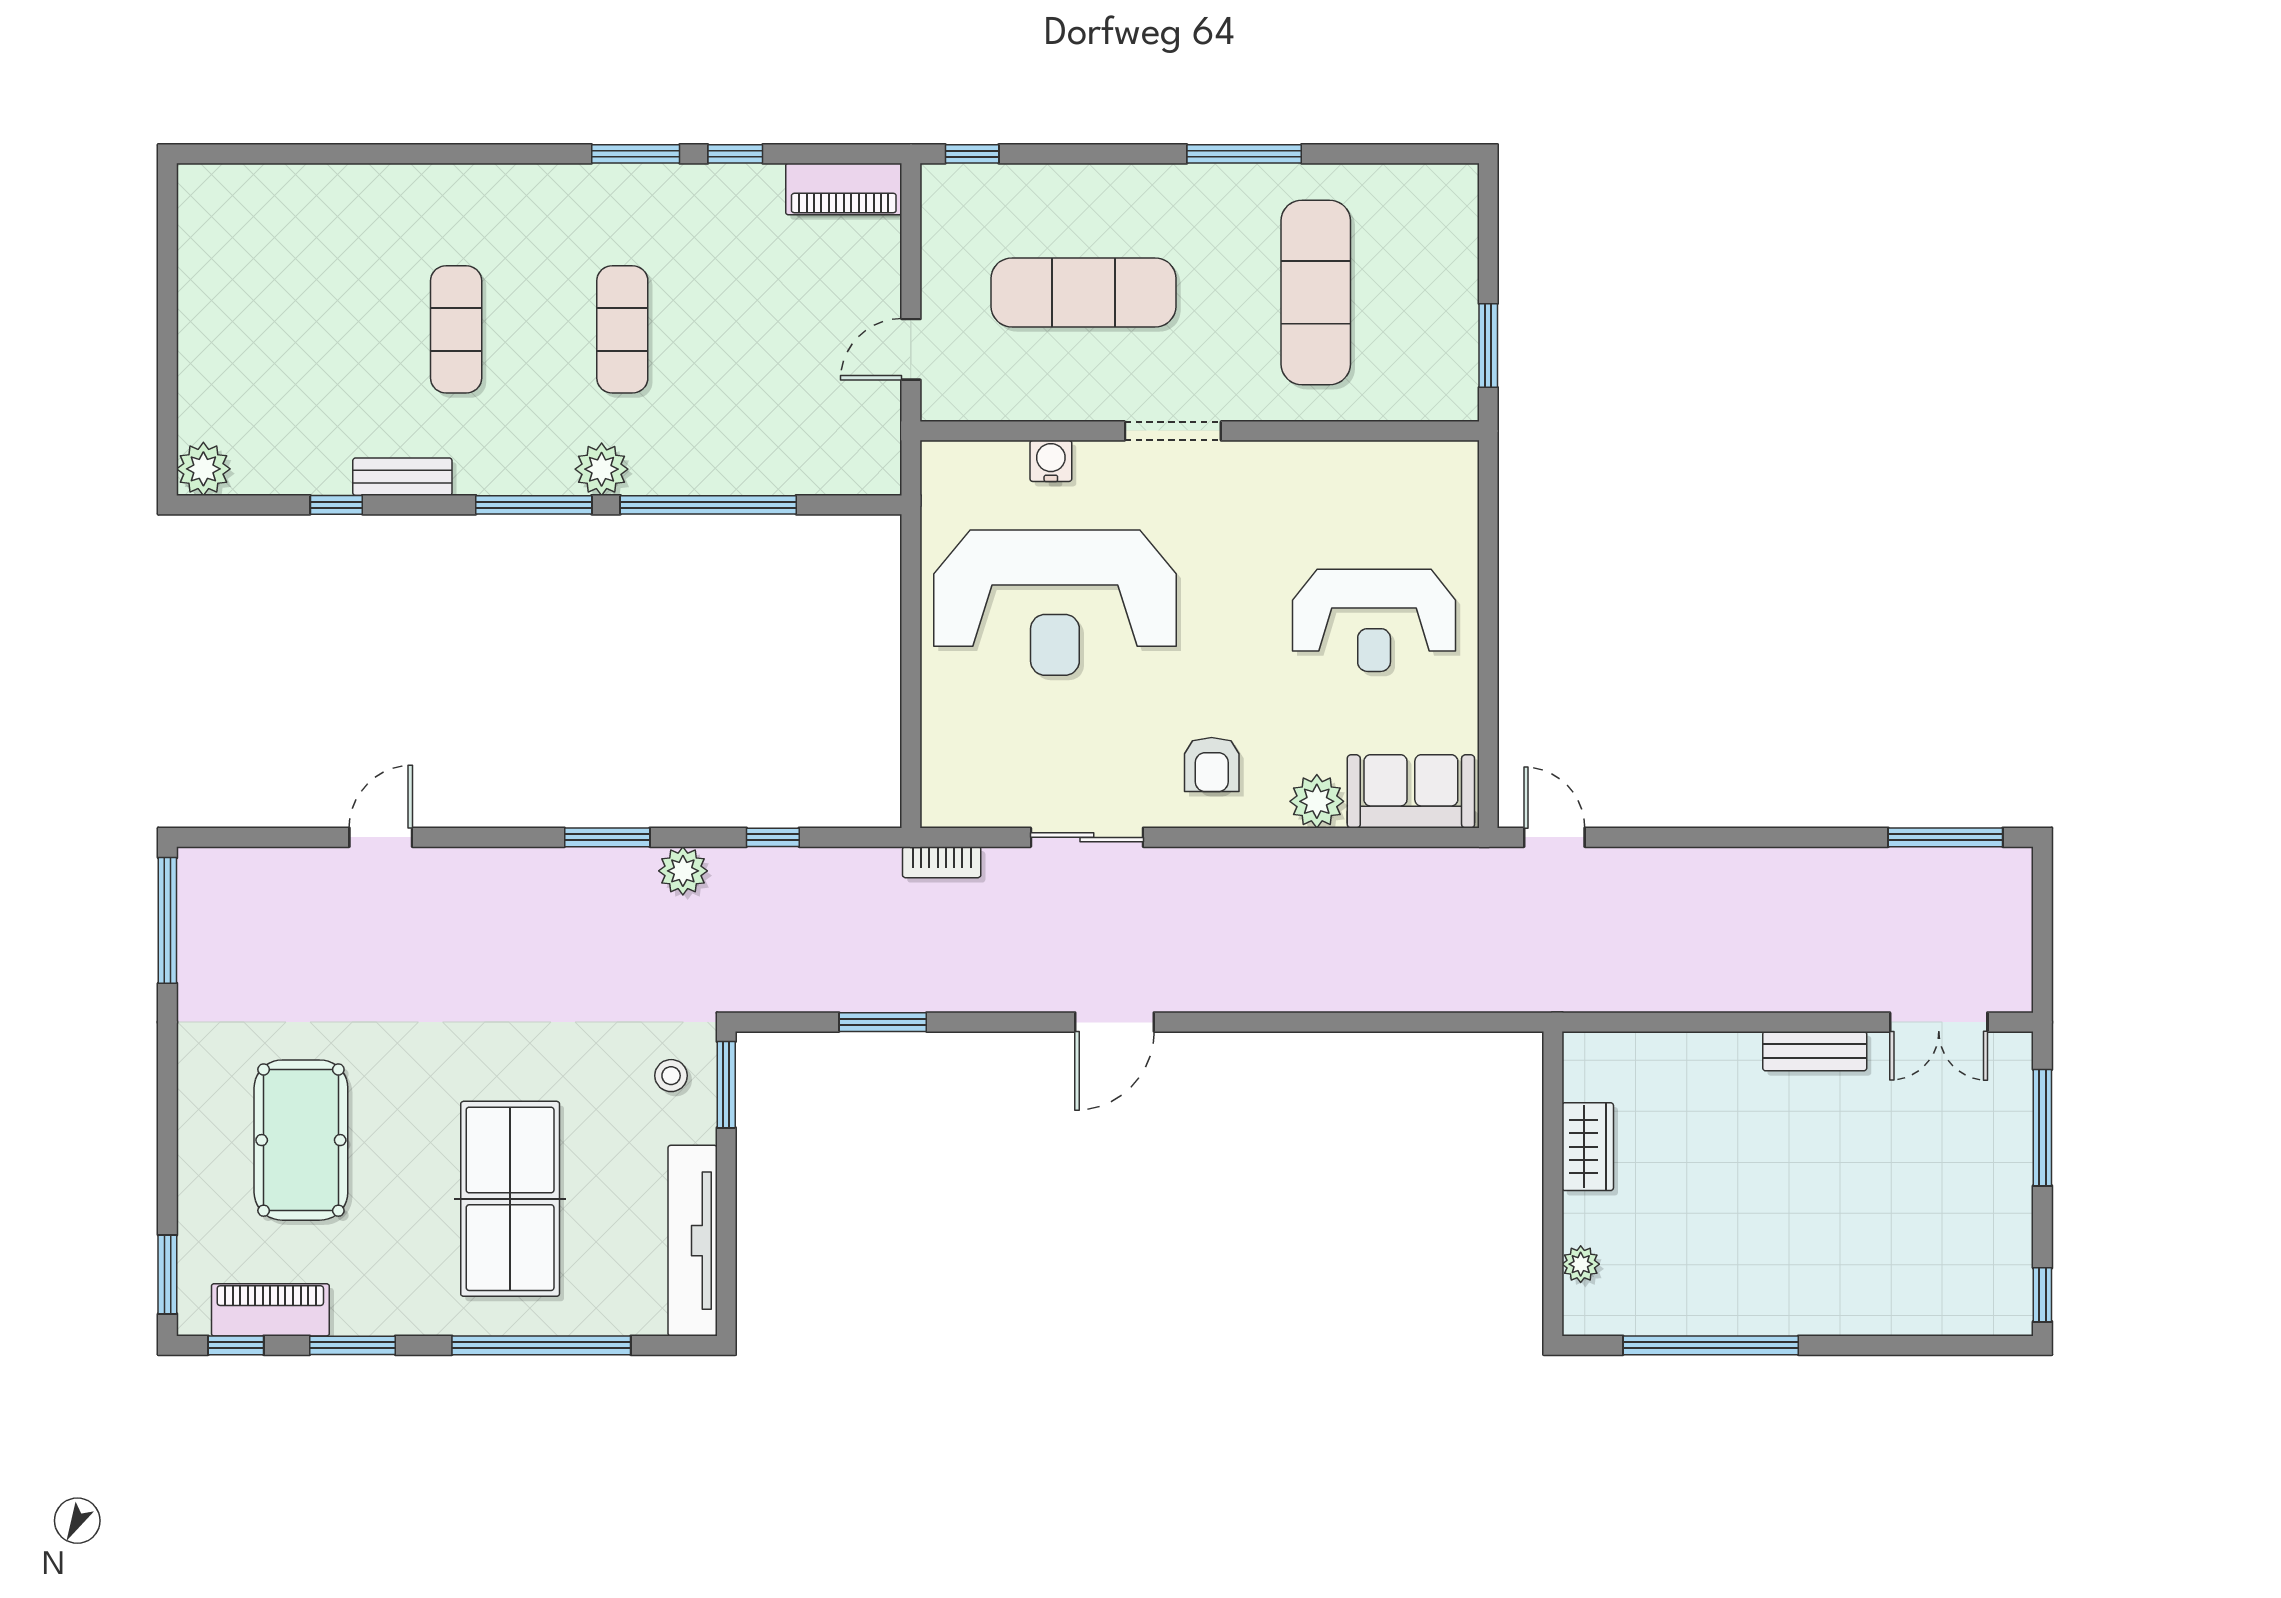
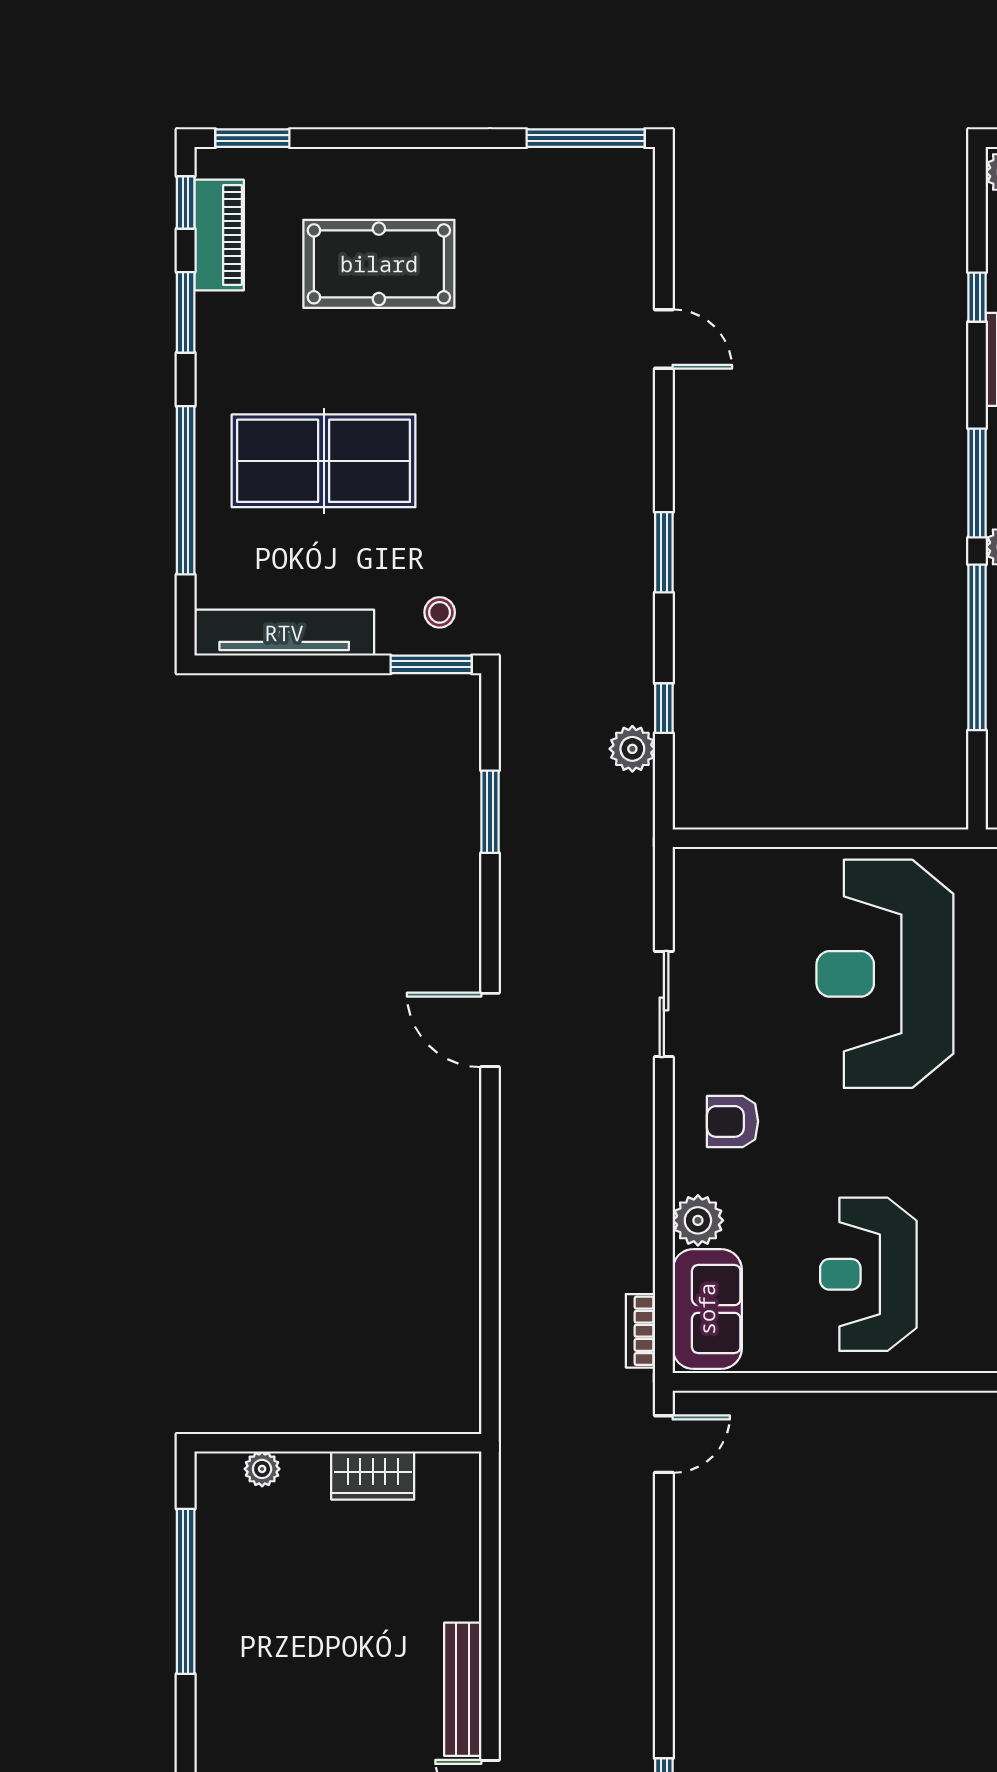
bookcase: (942, 862) -> (641, 1331), moved
plant: (683, 871) -> (632, 749), moved
bench: (1815, 1051) -> (463, 1689), width x1.36

